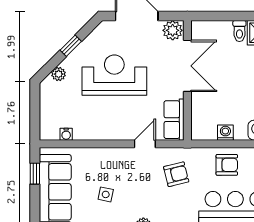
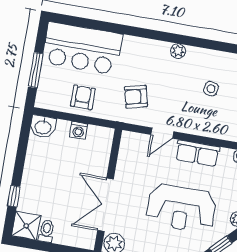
row of seats: (174, 120) -> (197, 153), moved, turned 90
armchair: (227, 165) -> (83, 97), turned 90

